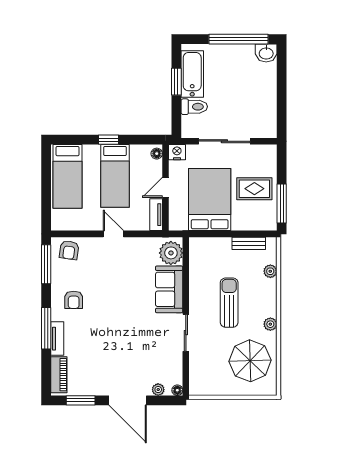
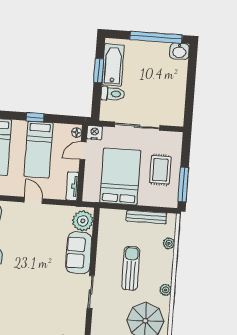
door: (165, 187) -> (83, 151), moved
rug: (254, 189) -> (160, 170), turned 90
bench: (249, 243) -> (146, 217), width x1.36

